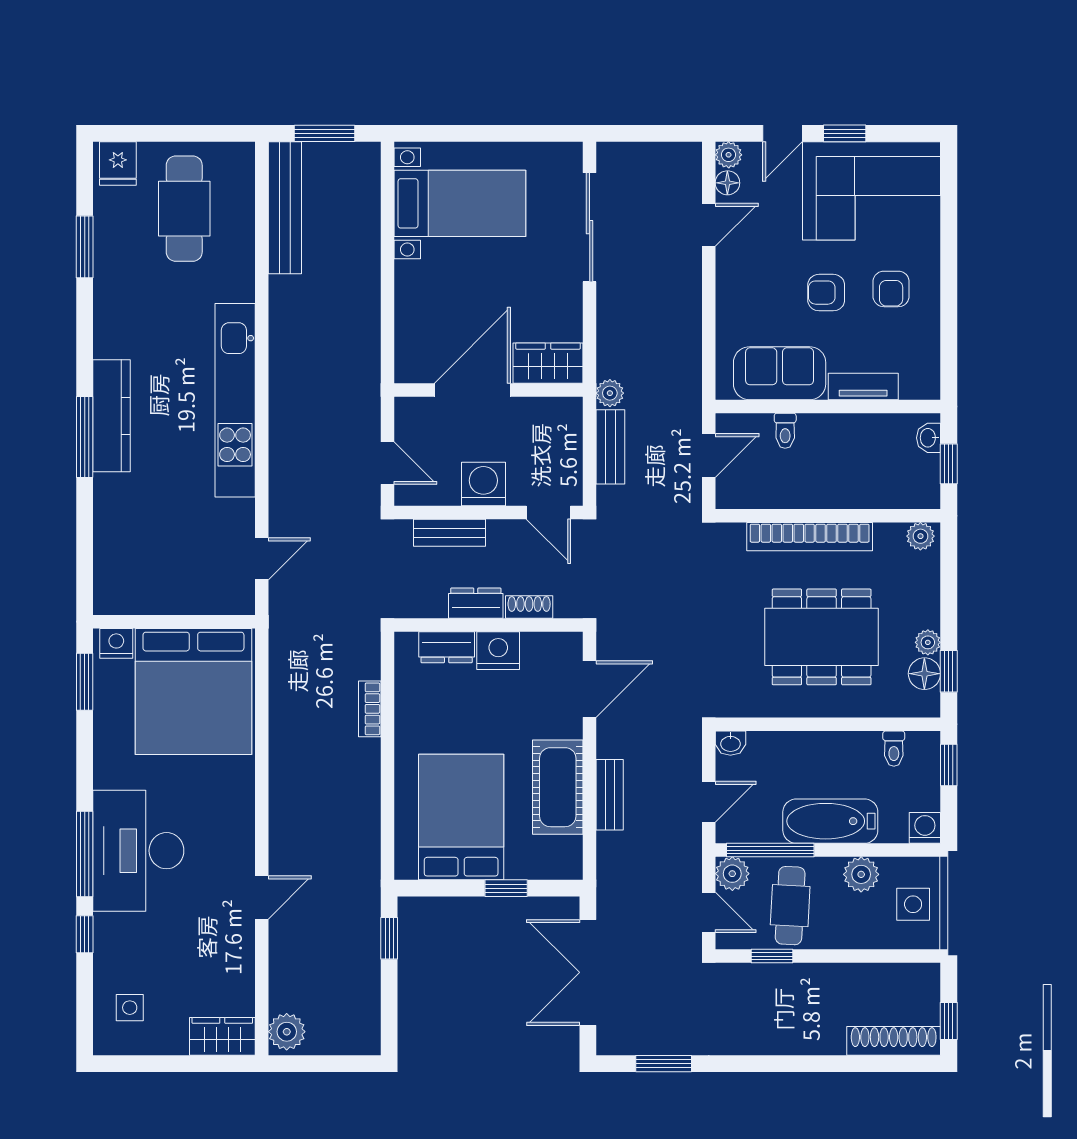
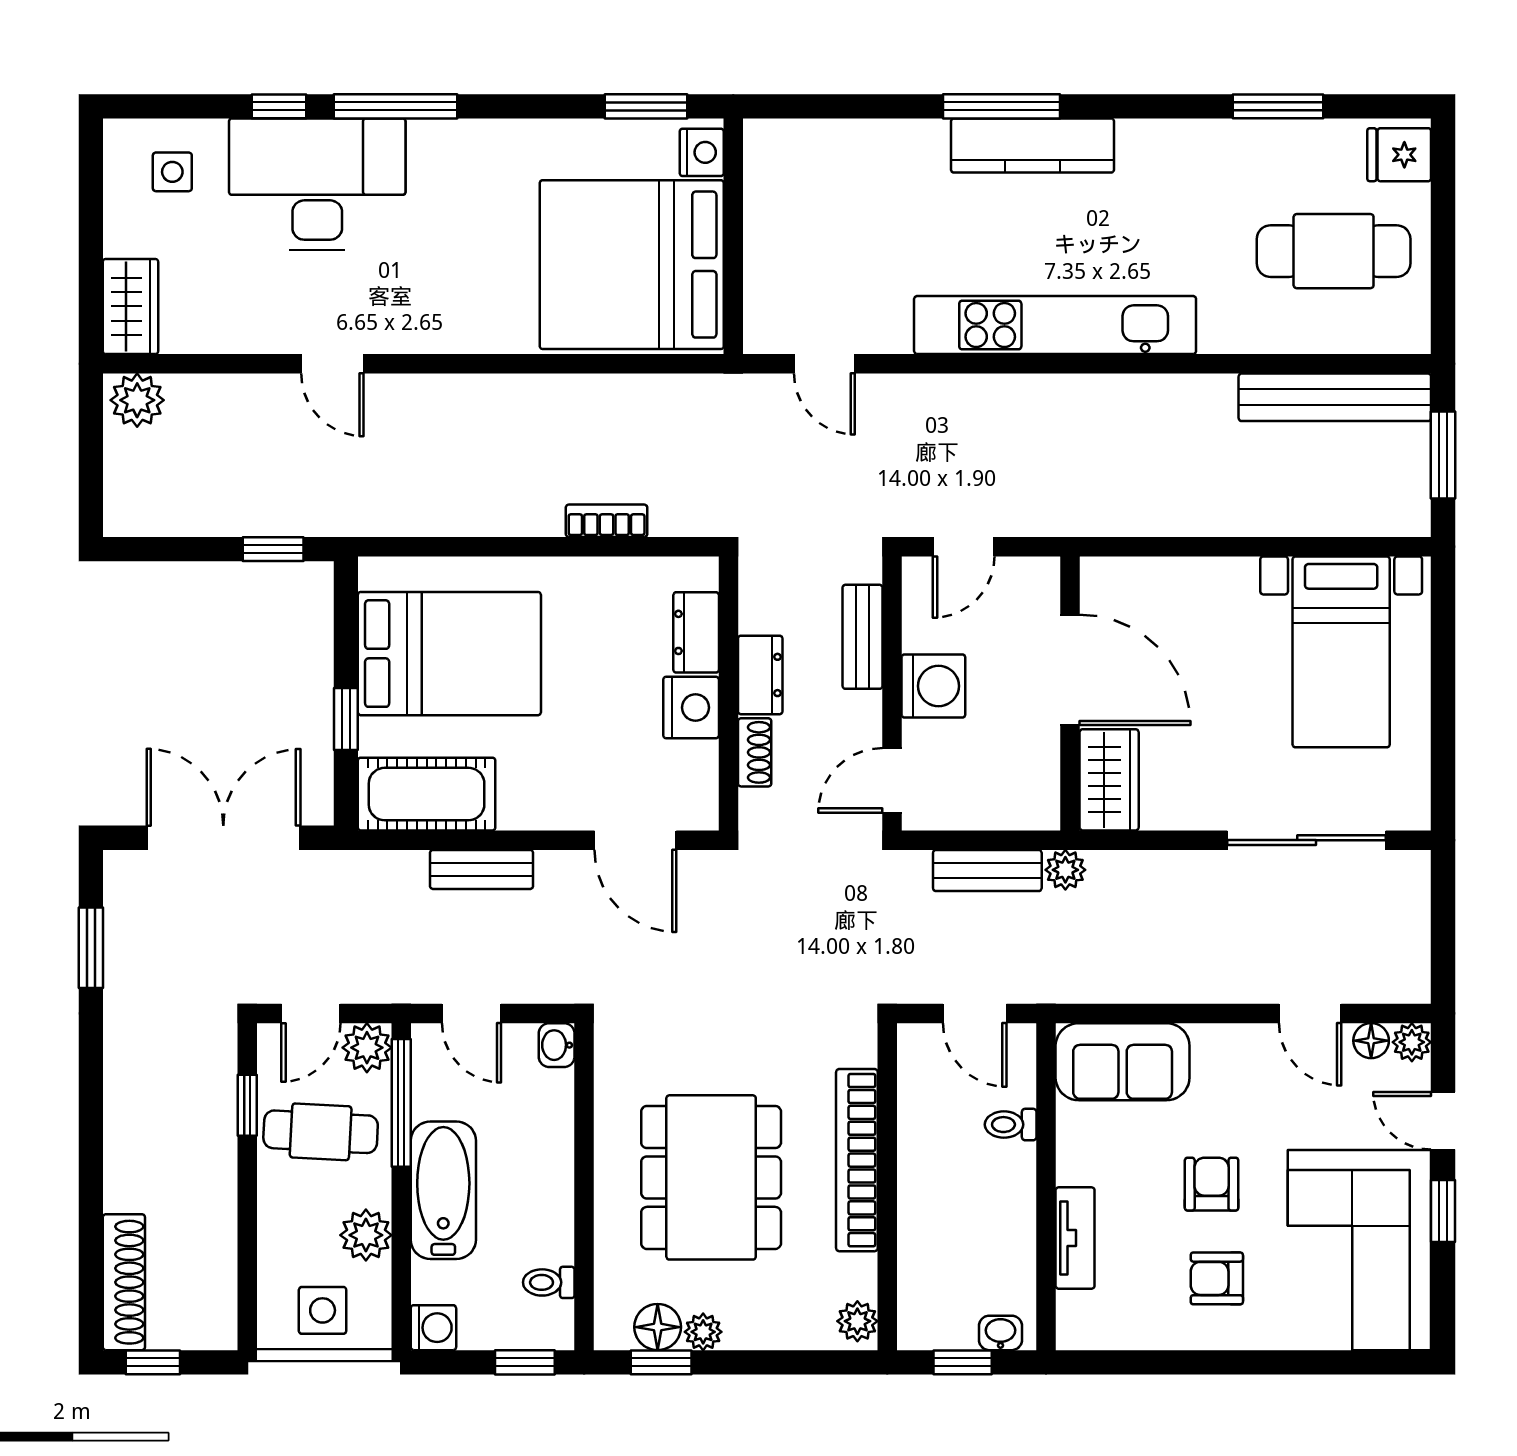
sofa: (780, 373) -> (1123, 1062), moved, turned 90
cot: (558, 787) -> (427, 794), moved
desk: (138, 851) -> (317, 184), moved

